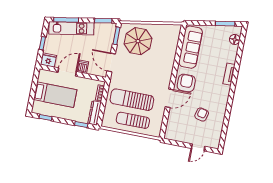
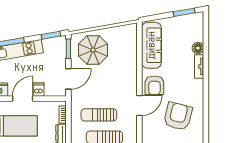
floor lamp: (235, 39) -> (198, 48), moved
door: (111, 62) -> (68, 79), swing flipped
armchair: (186, 83) -> (154, 85), turned 180
sun lounger: (132, 100) -> (99, 115), width x0.73, depth x0.75
armchair: (202, 115) -> (178, 116), width x1.88, depth x1.88

